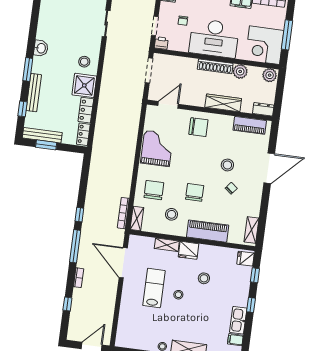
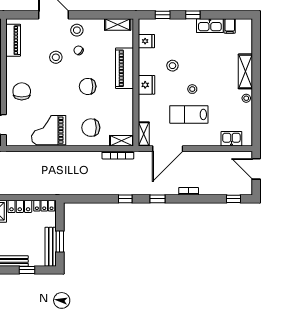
stool: (172, 214) -> (77, 30), moved
shelving: (167, 245) -> (144, 134), moved
window: (75, 246) -> (158, 199), width x0.46
fridge: (245, 259) -> (146, 41), moved, turned -90
window: (67, 304) -> (233, 199), moved
kitchen sink: (125, 327) -> (231, 139), added

